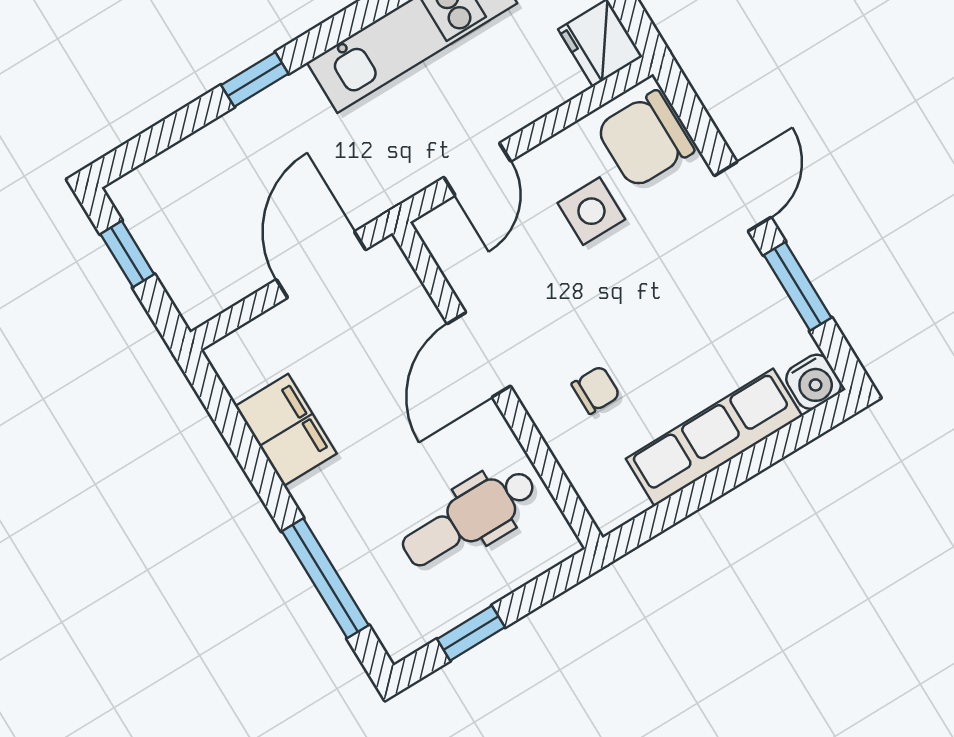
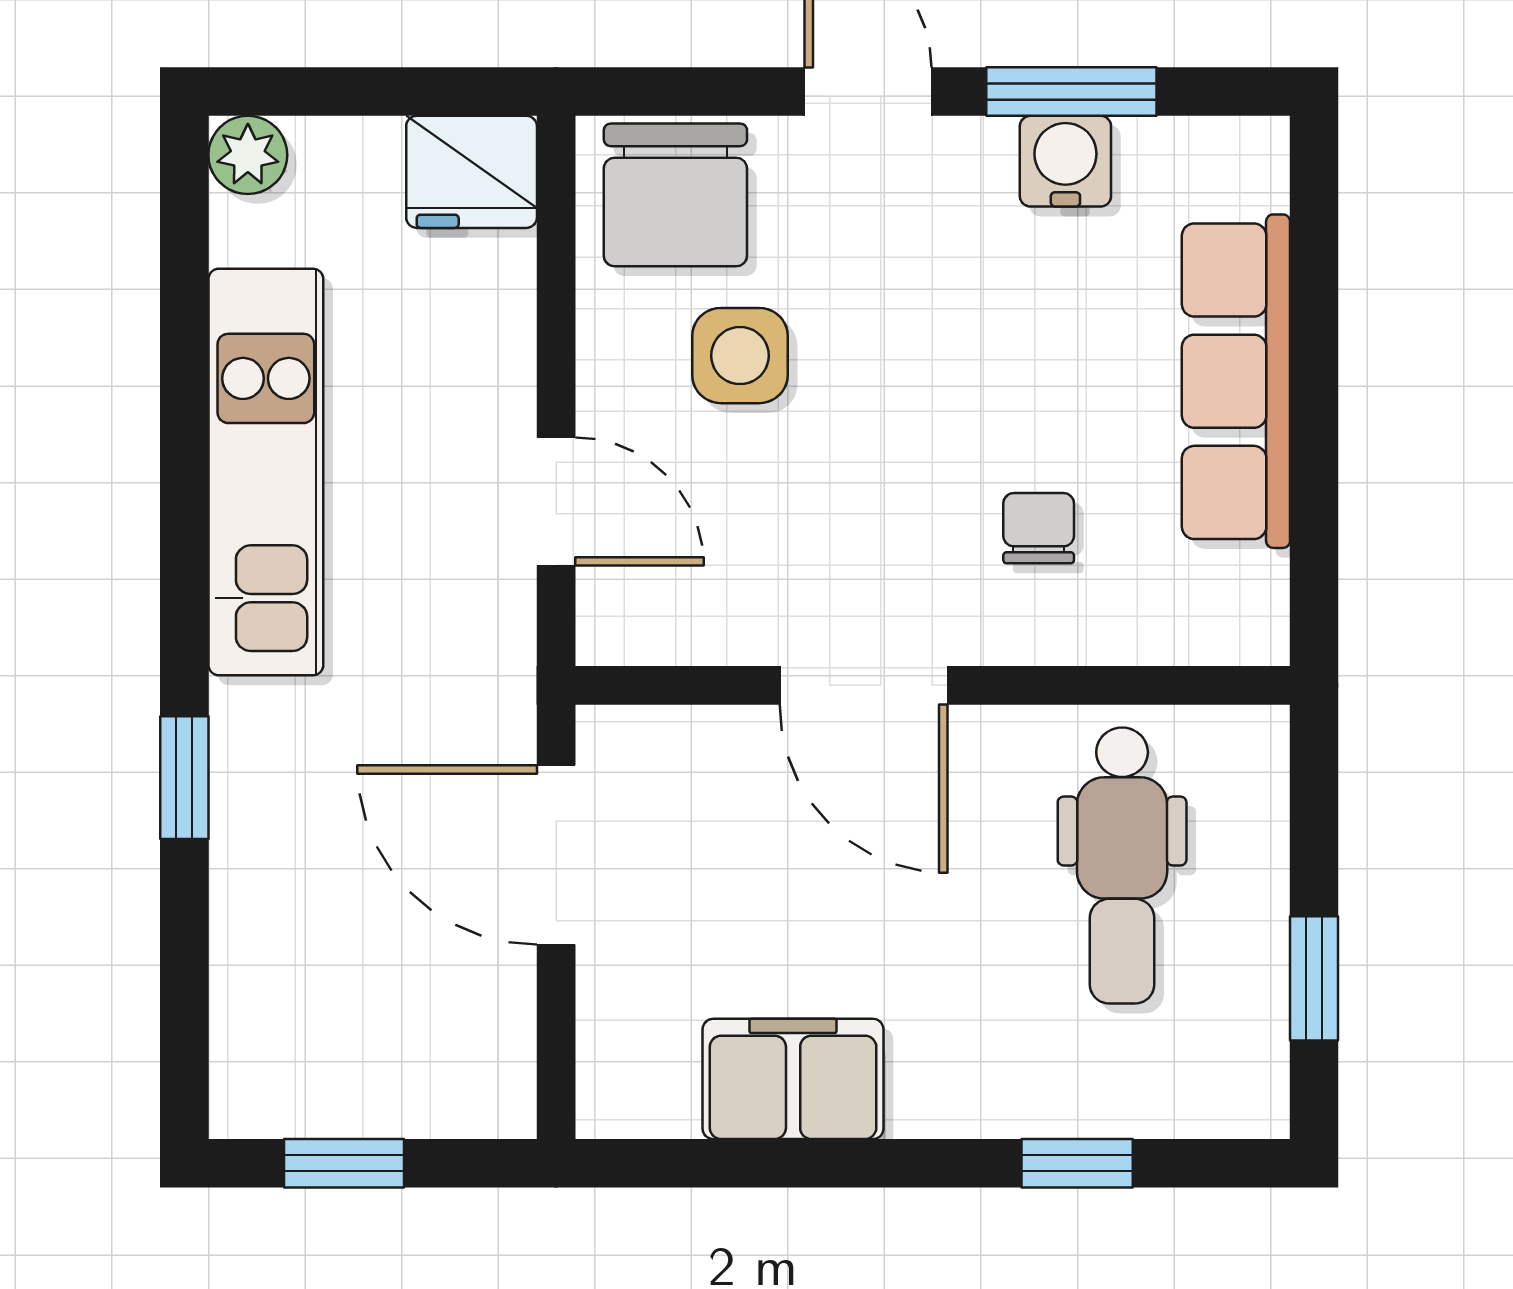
water cooler: (814, 382) -> (1065, 161), moved, turned -90
window: (325, 578) -> (1077, 1163), width x0.46

